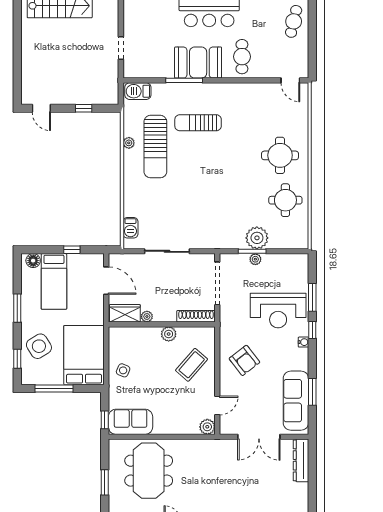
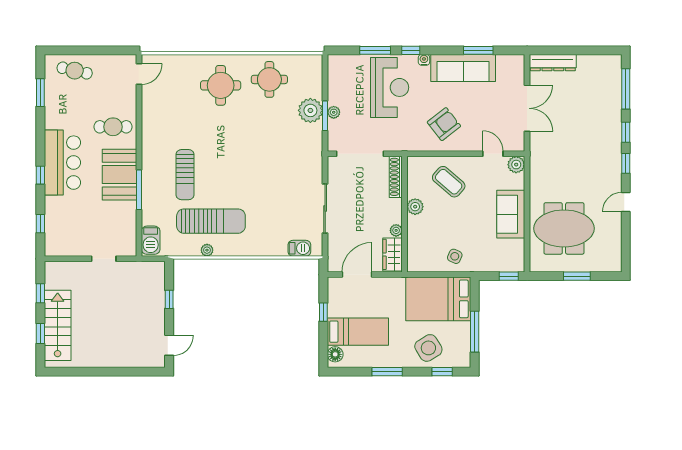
sofa: (296, 401) -> (463, 68), moved
sofa: (131, 422) -> (511, 214), moved

